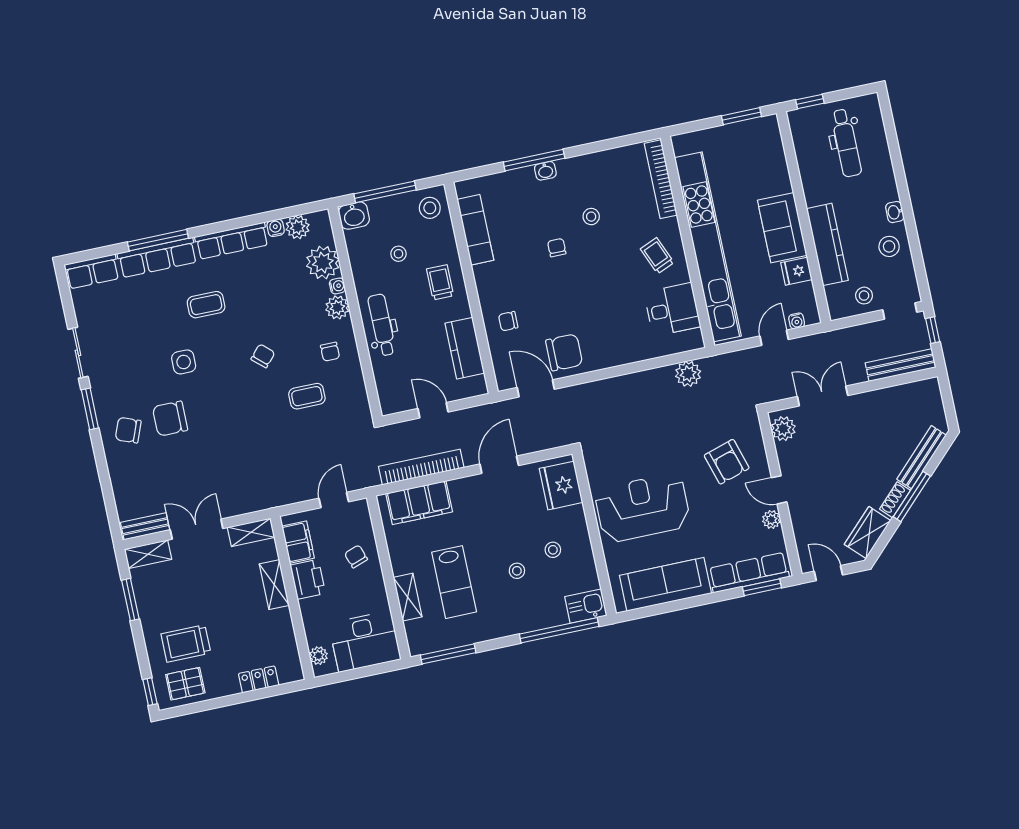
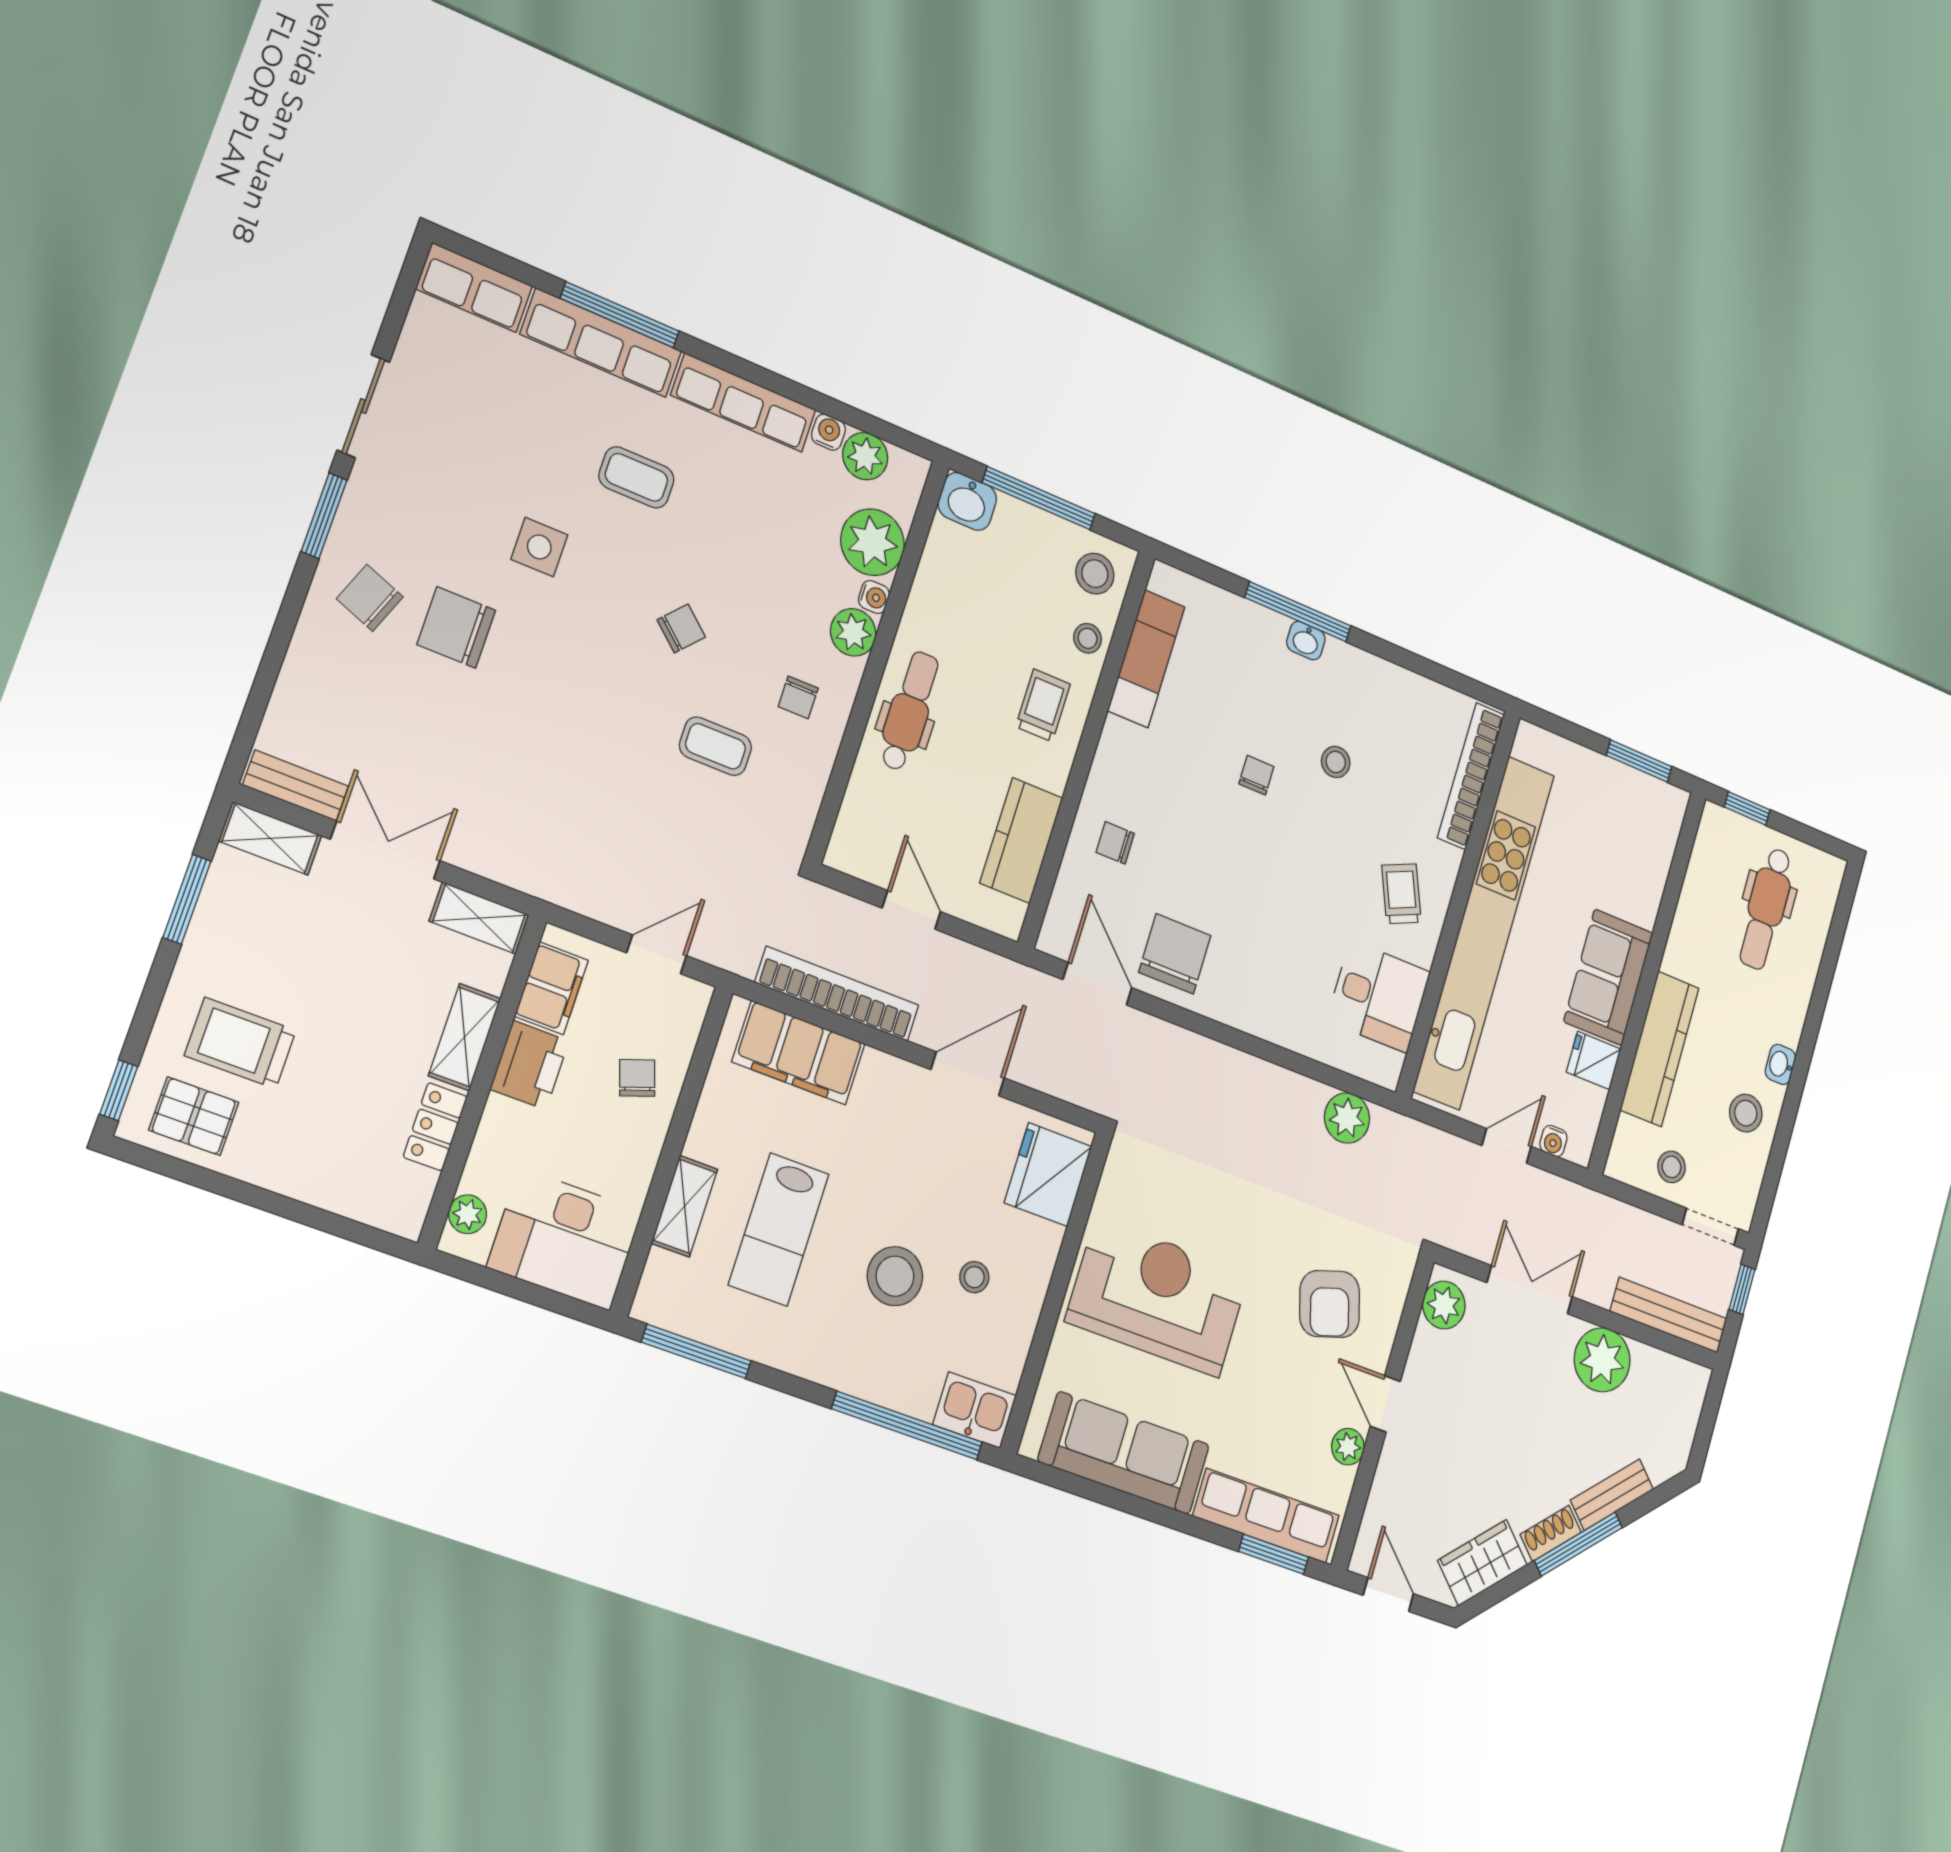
stool: (398, 254) -> (1088, 638), moved
chair: (564, 352) -> (1175, 954), turned -90
plant: (878, 406) -> (1602, 1360), added
bench: (921, 457) -> (1612, 1495), width x0.73
stool: (517, 571) -> (895, 1276), width x1.89, depth x1.89
locker: (259, 679) -> (435, 1127), moved, turned -90

